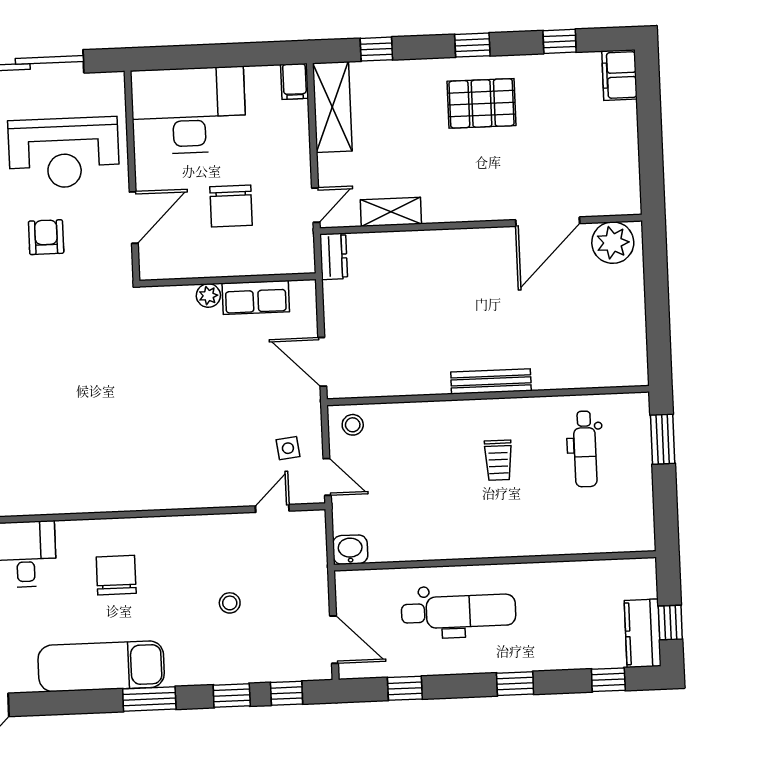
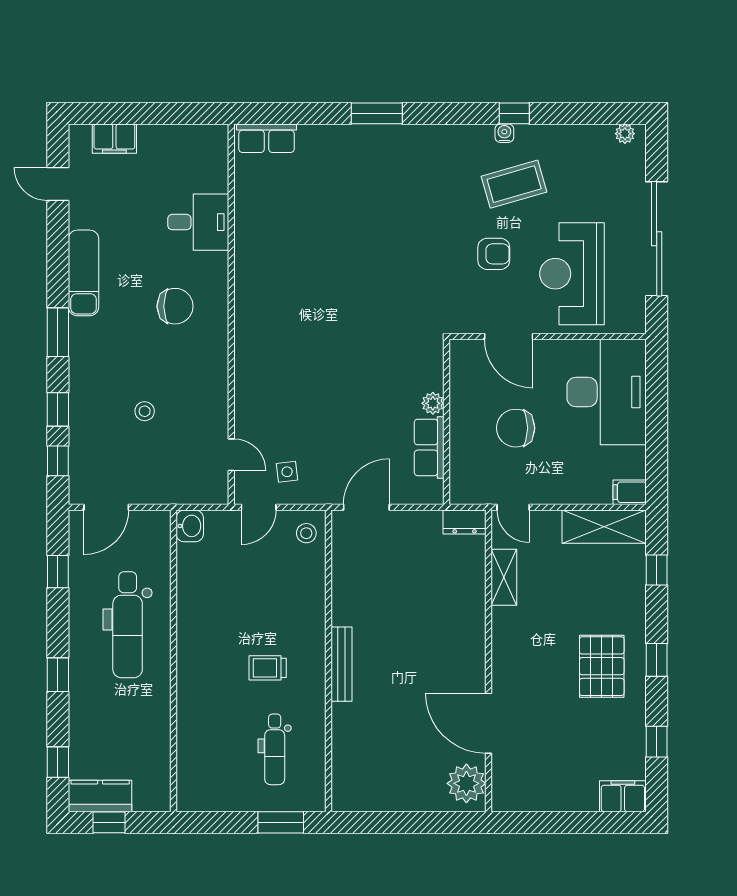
dental chair: (585, 449) -> (275, 749), turned -90
exam couch: (101, 666) -> (84, 273), width x0.73, depth x0.69

